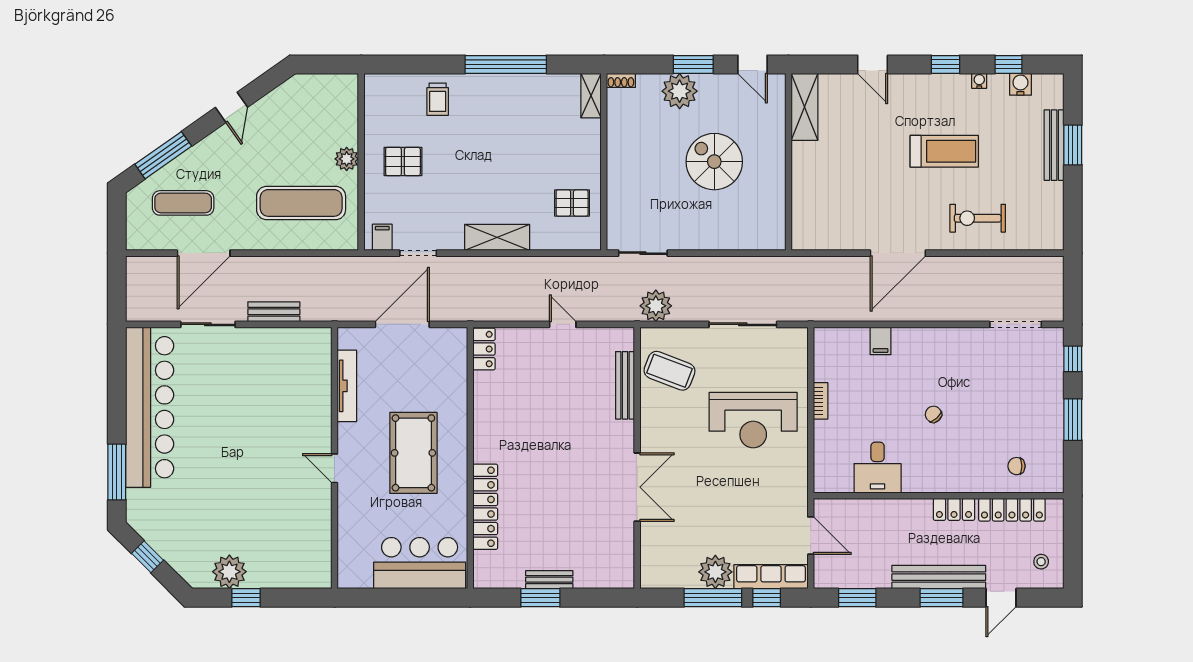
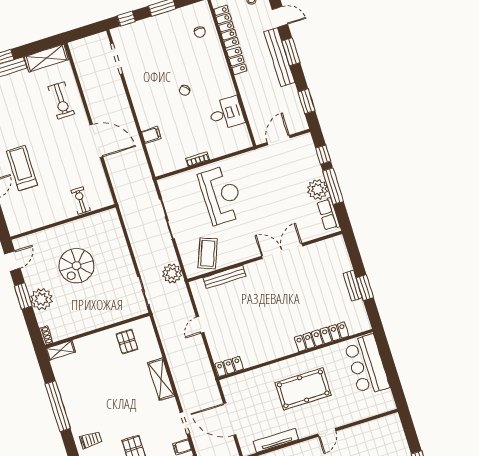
shelving: (804, 107) -> (46, 58), moved
treadmill: (944, 151) -> (22, 168), moved
exercise bike: (813, 200) -> (81, 200), added
row of seats: (771, 577) -> (328, 214), moved, width x0.68

